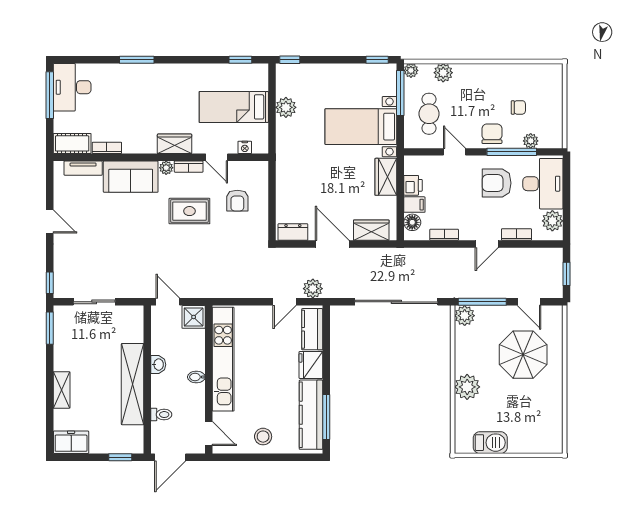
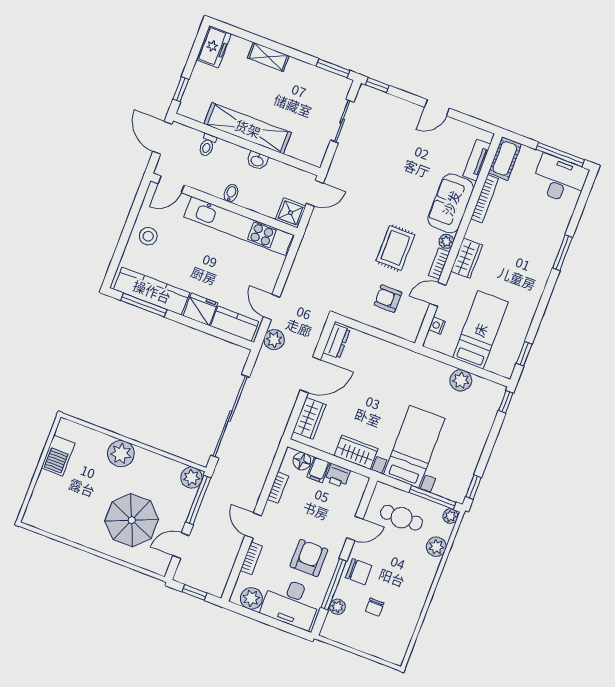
bookcase: (107, 148) -> (485, 199), width x1.56

